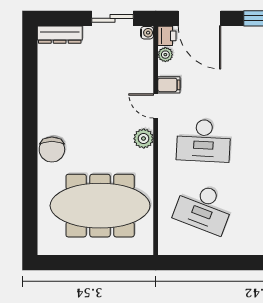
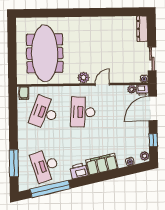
filing cabinet: (169, 85) -> (24, 93), moved
chair: (52, 149) -> (76, 25), removed

